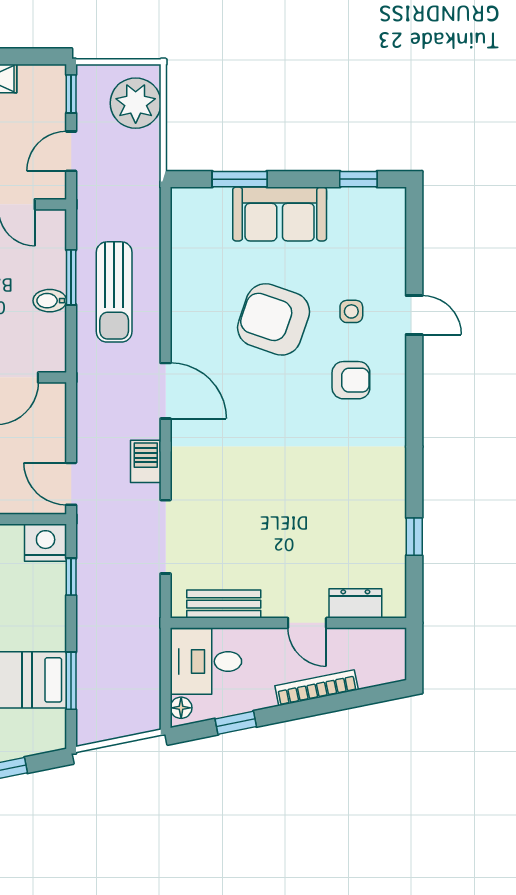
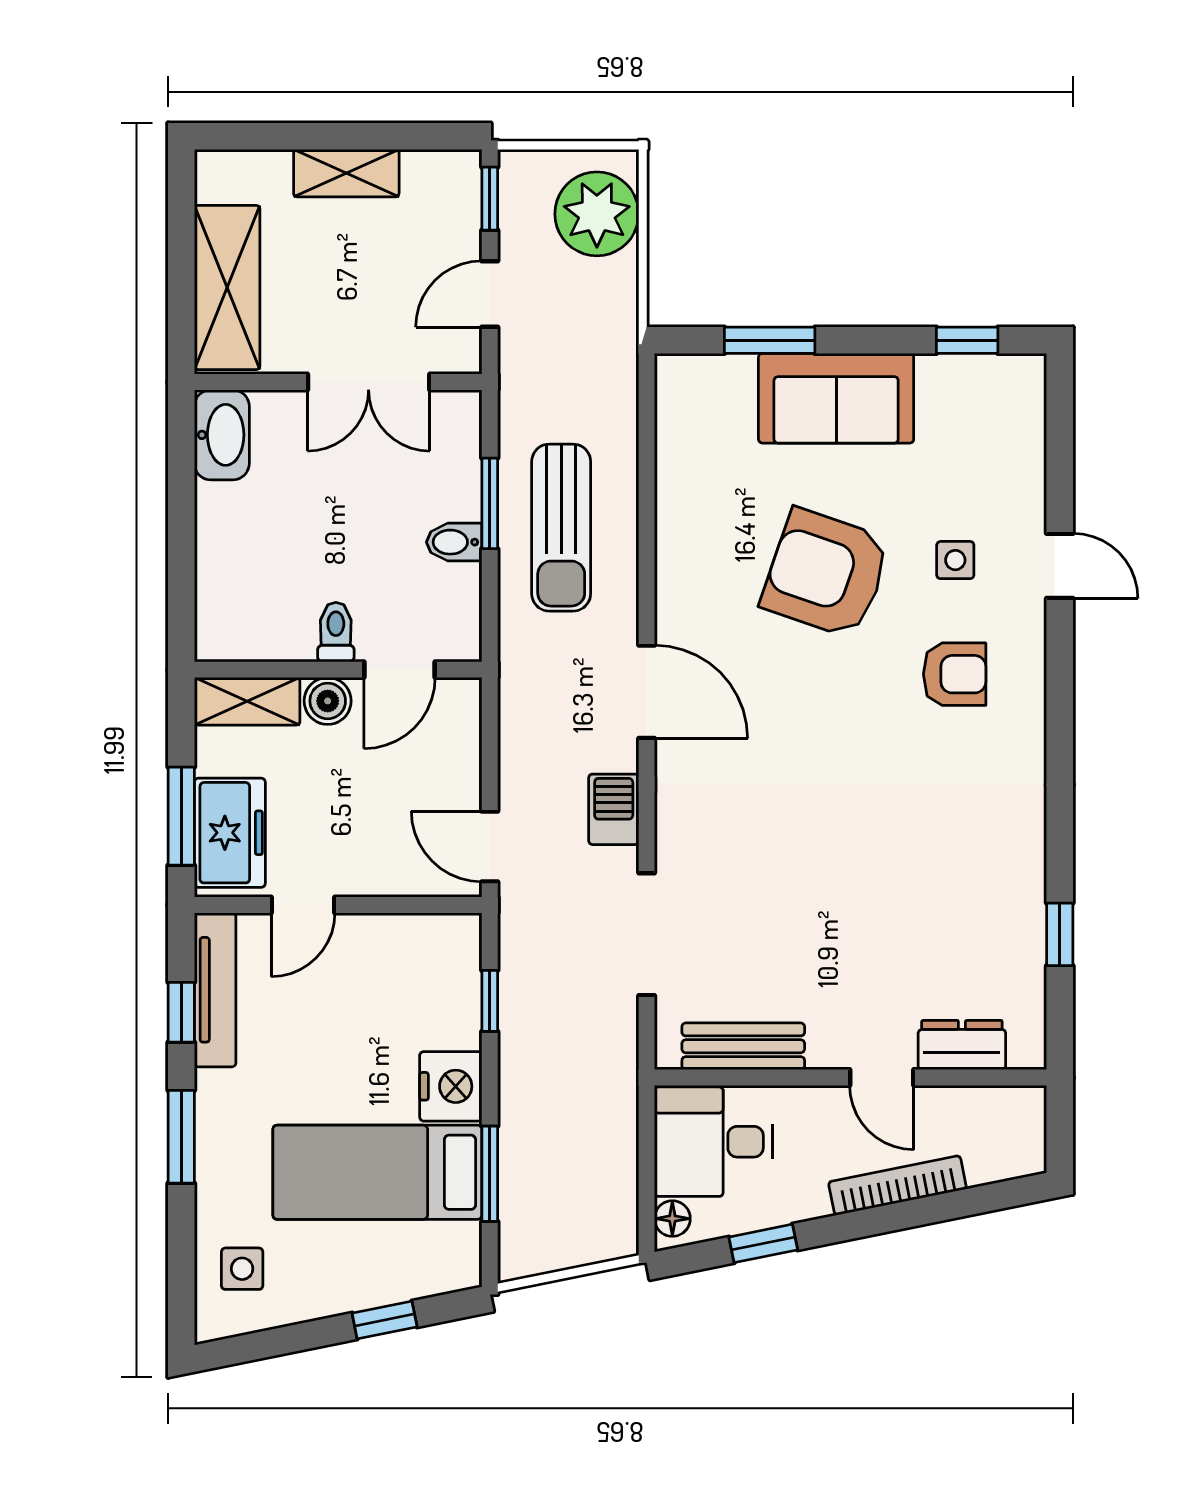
nightstand: (46, 543) -> (451, 1086), moved, turned 90

